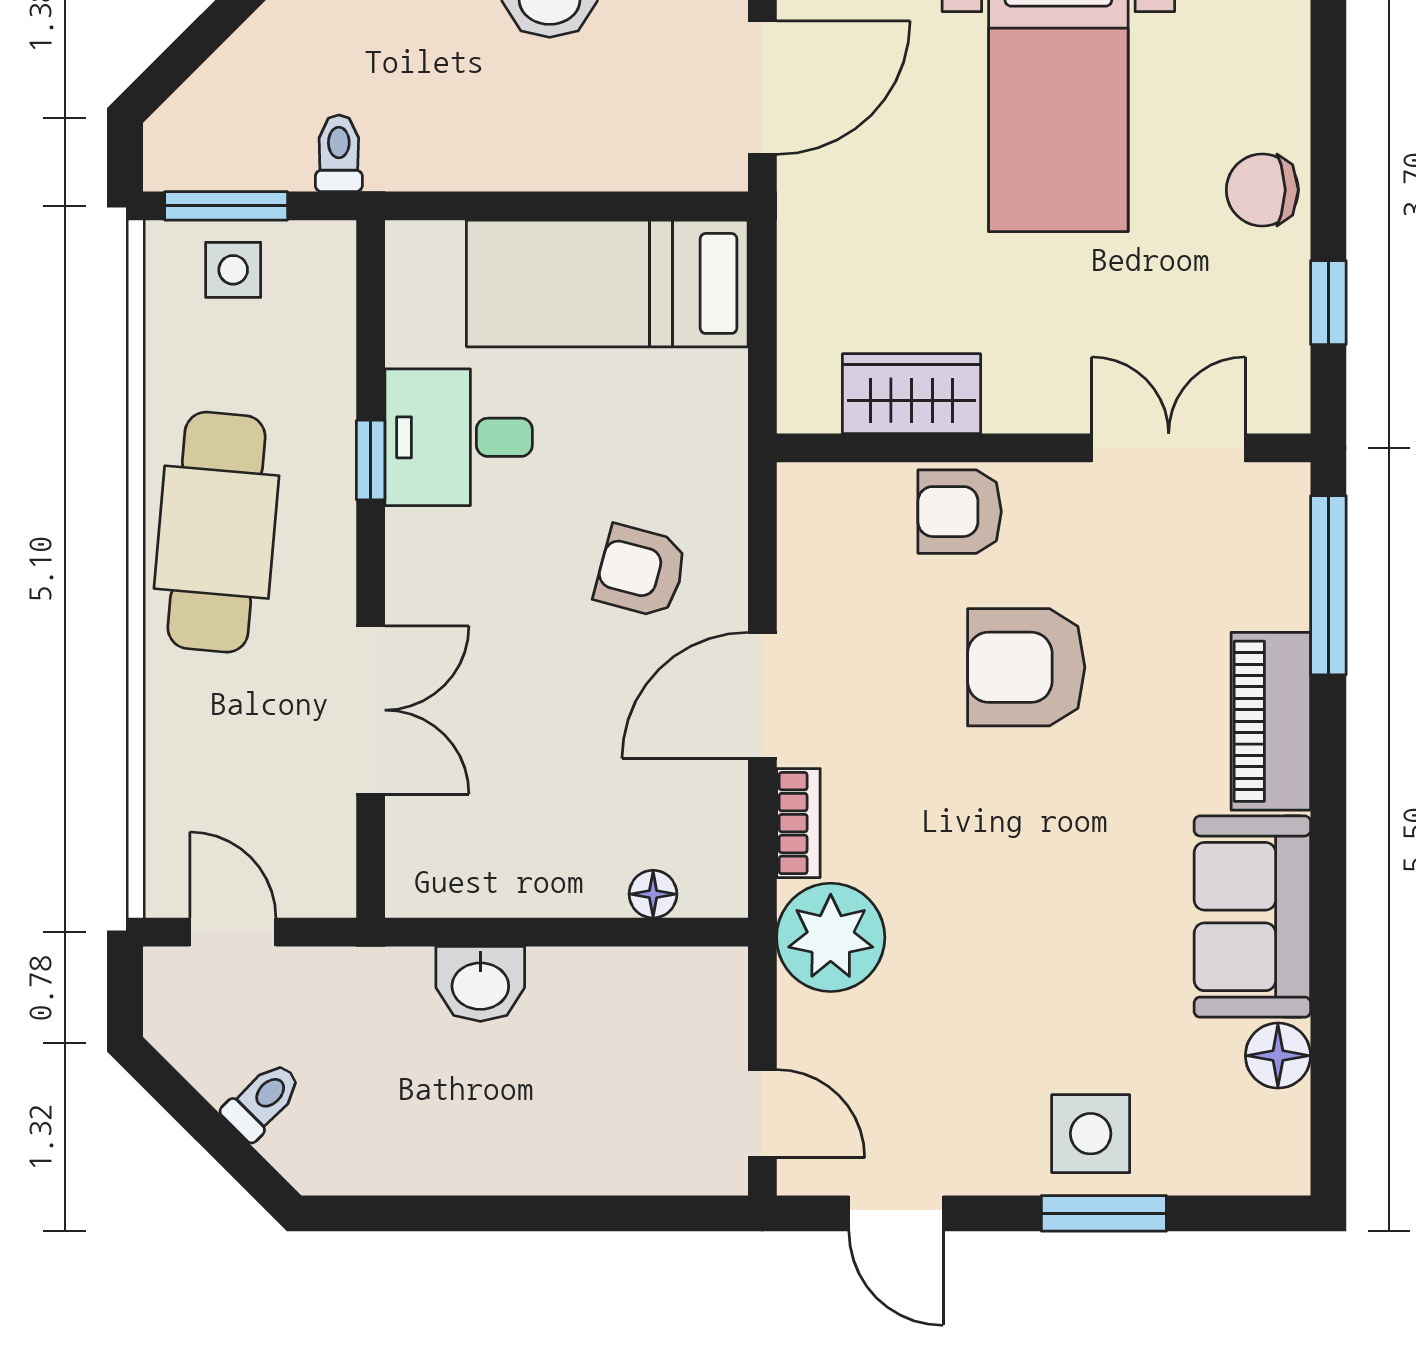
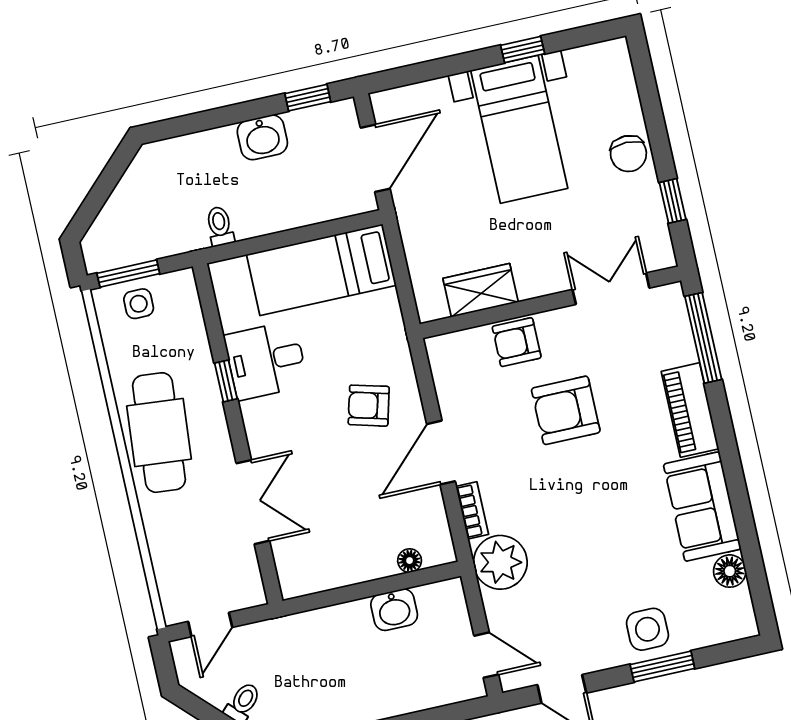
toilet: (339, 153) -> (220, 226), moved
chair: (1262, 190) -> (628, 154), turned -90
door: (233, 932) -> (210, 624), swing flipped
washbasin: (480, 984) -> (394, 610), moved

